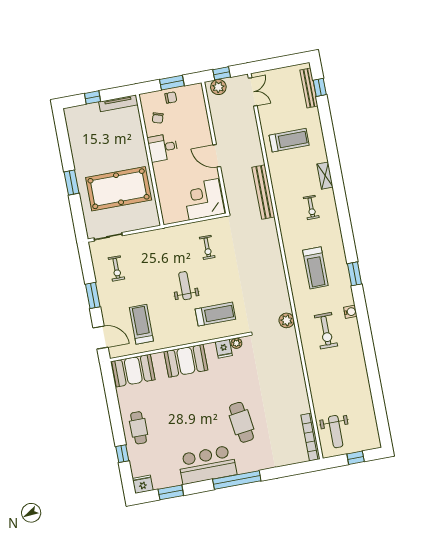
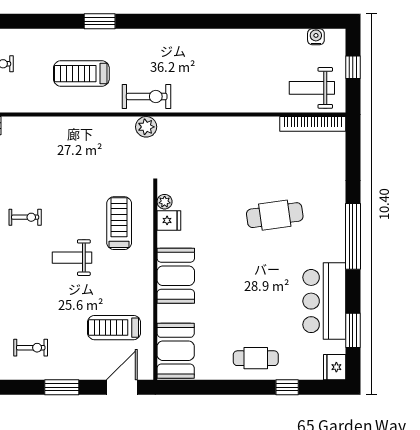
treadmill: (315, 268) -> (81, 74), turned 180
water cooler: (350, 312) -> (316, 37), moved
exercise bike: (326, 331) -> (147, 96), moved
weight bench: (336, 432) -> (312, 88), turned 180
bar counter: (207, 465) -> (324, 301), moved

